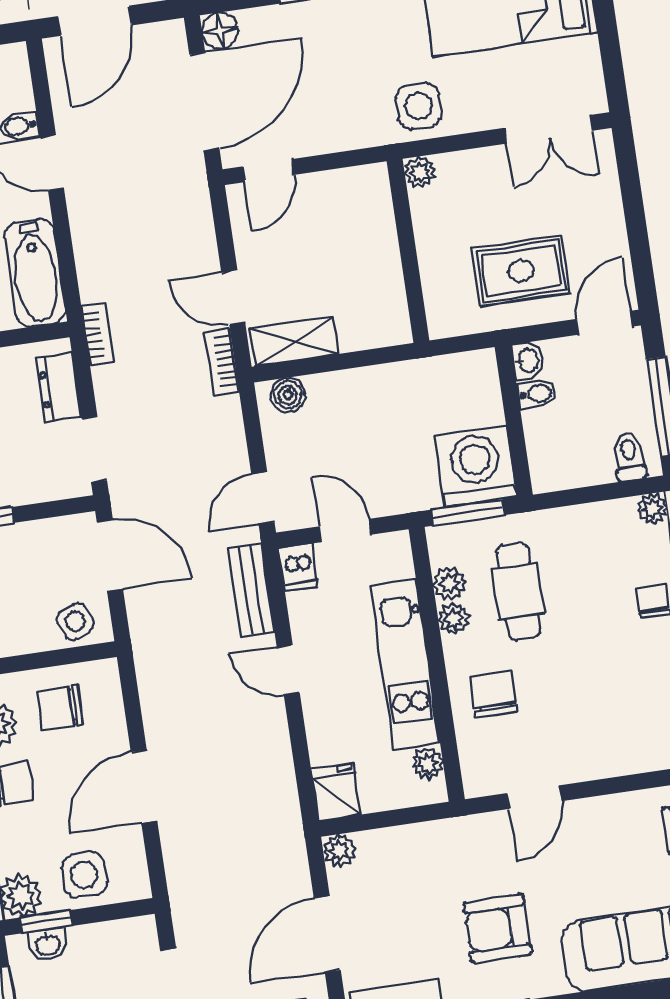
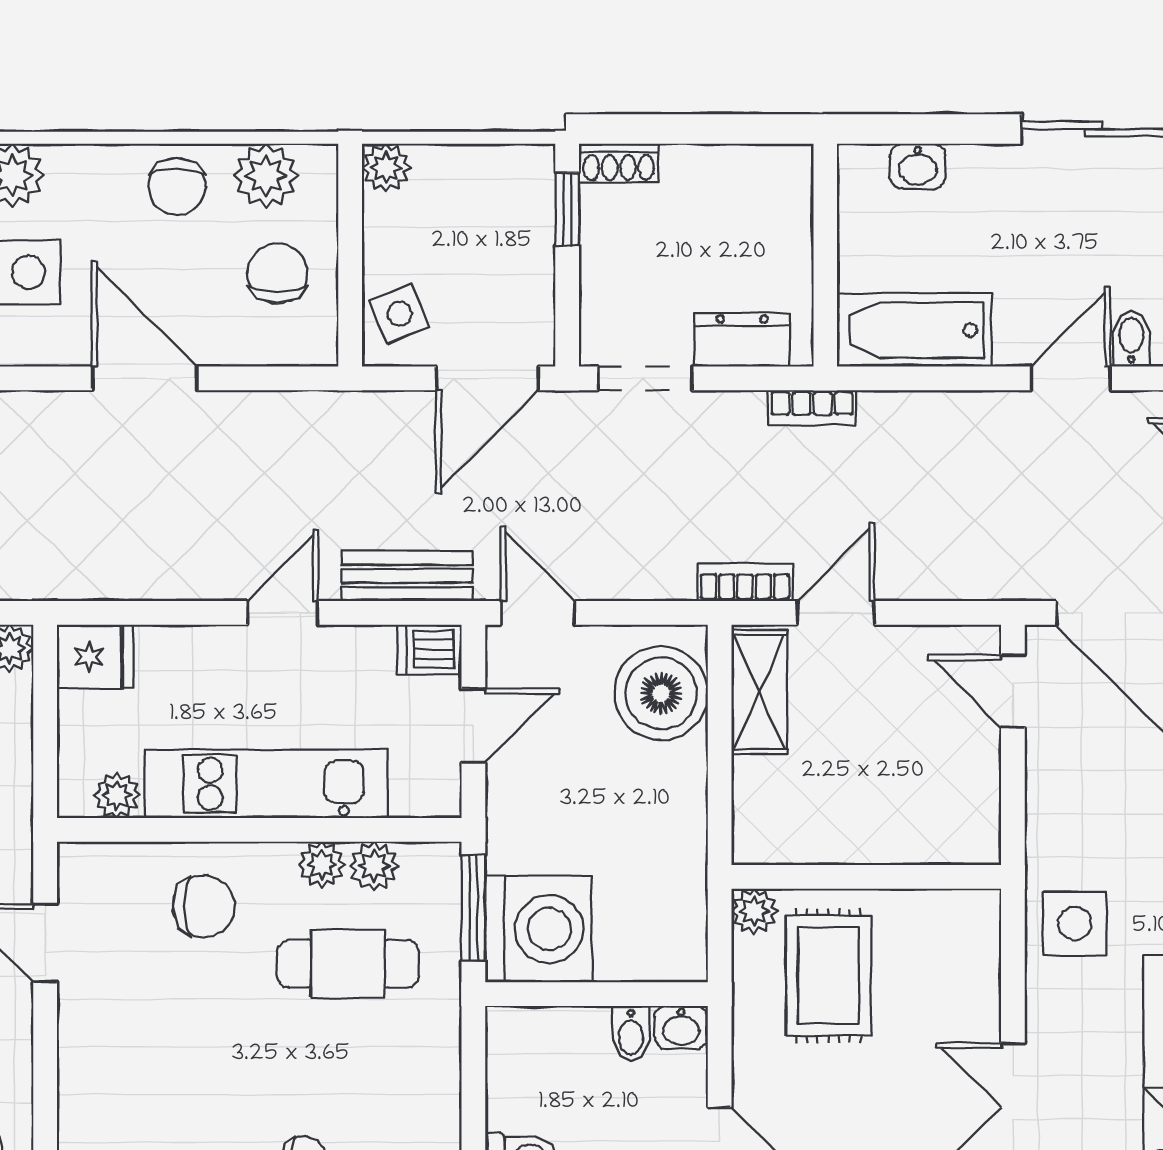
plant: (420, 172) -> (754, 911), moved
rug: (521, 271) -> (828, 976), moved
boiler: (288, 395) -> (661, 693), width x1.86, depth x1.86

